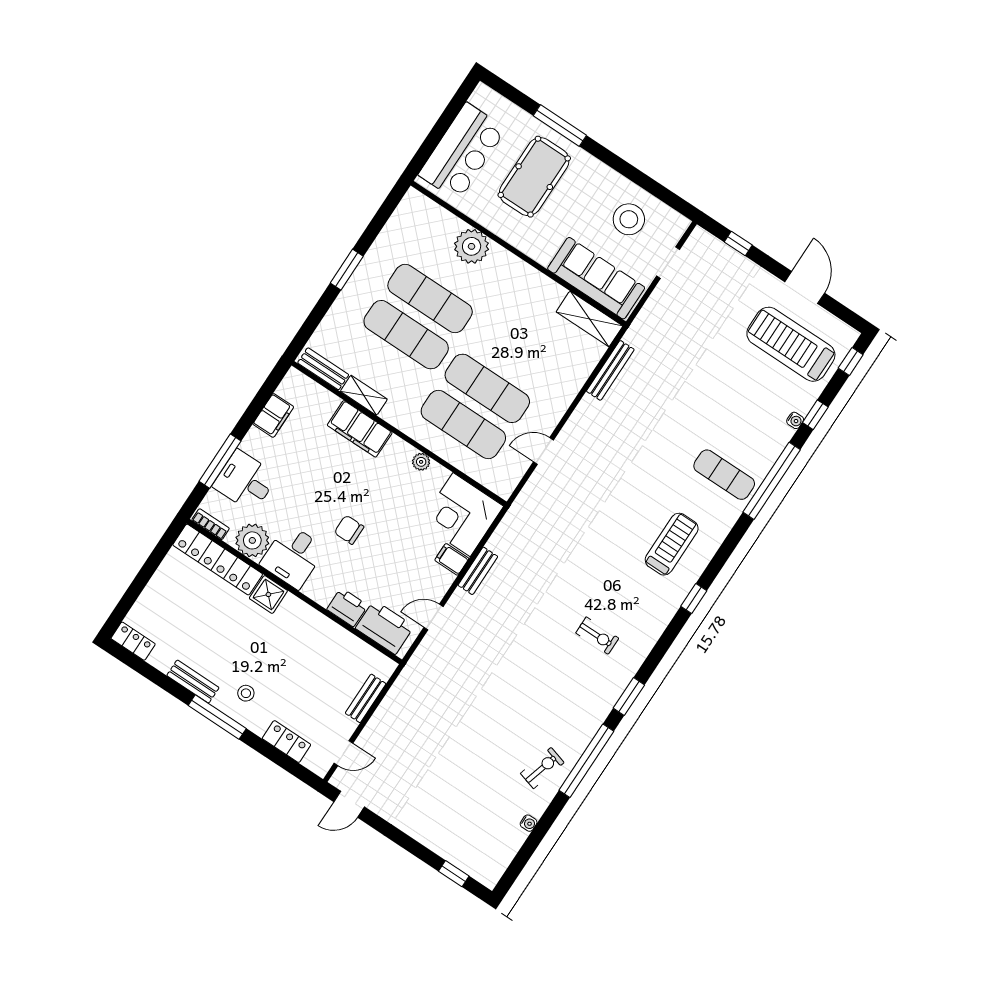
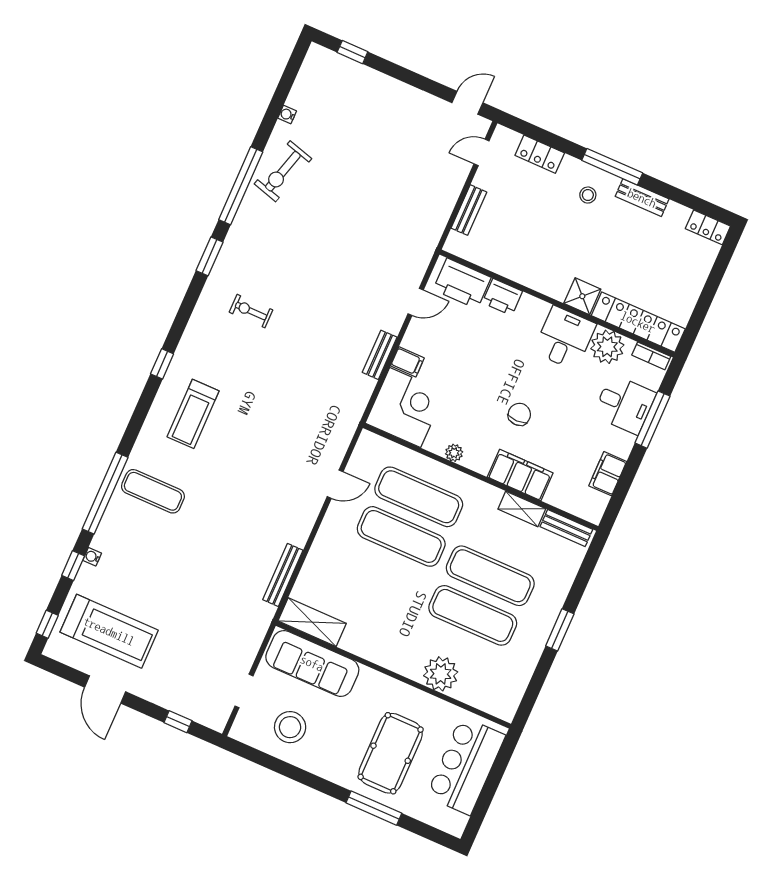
chair: (349, 530) -> (519, 414), moved, turned -90
exercise bike: (542, 768) -> (283, 171), width x1.38, depth x1.39

